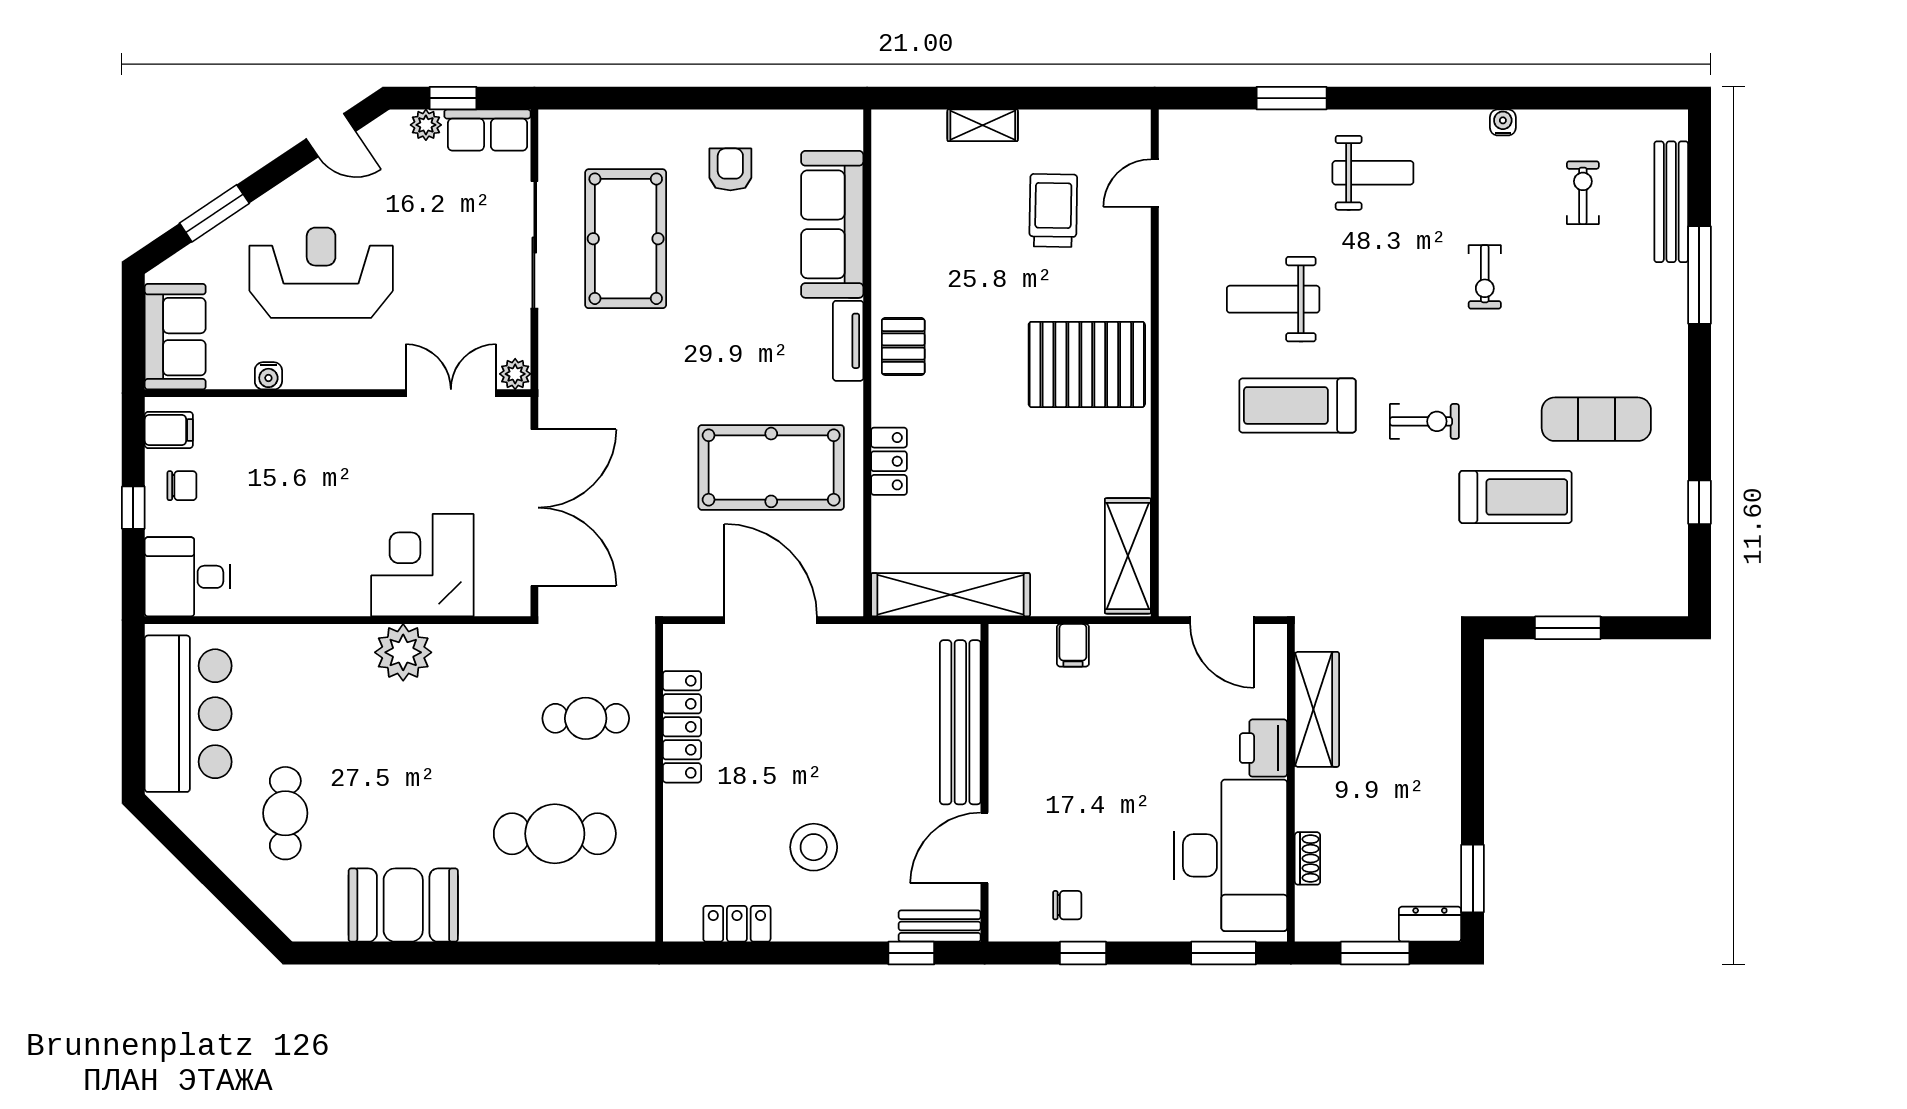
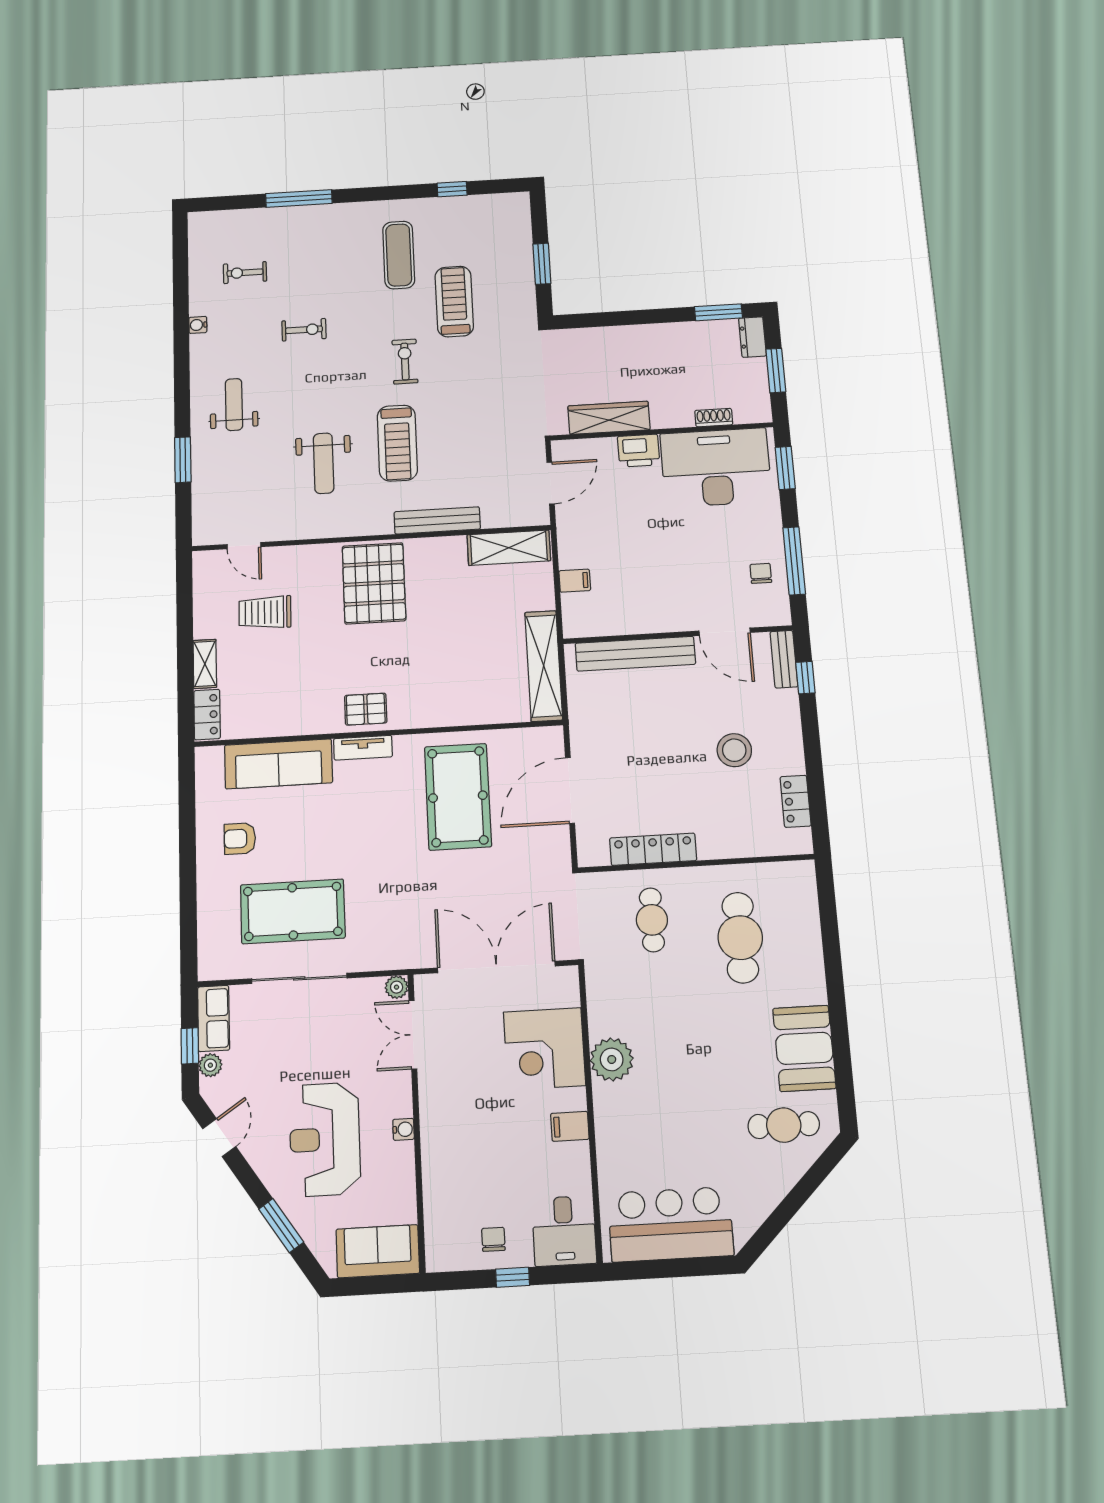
bench: (1671, 202) -> (437, 520), moved
water cooler: (268, 376) -> (403, 1129), moved
filing cabinet: (169, 430) -> (570, 1126), moved, turned -90
locker: (889, 461) -> (207, 715), moved, turned 90
cafe table: (285, 813) -> (784, 1125), moved
window: (1083, 953) -> (794, 561), width x2.17

